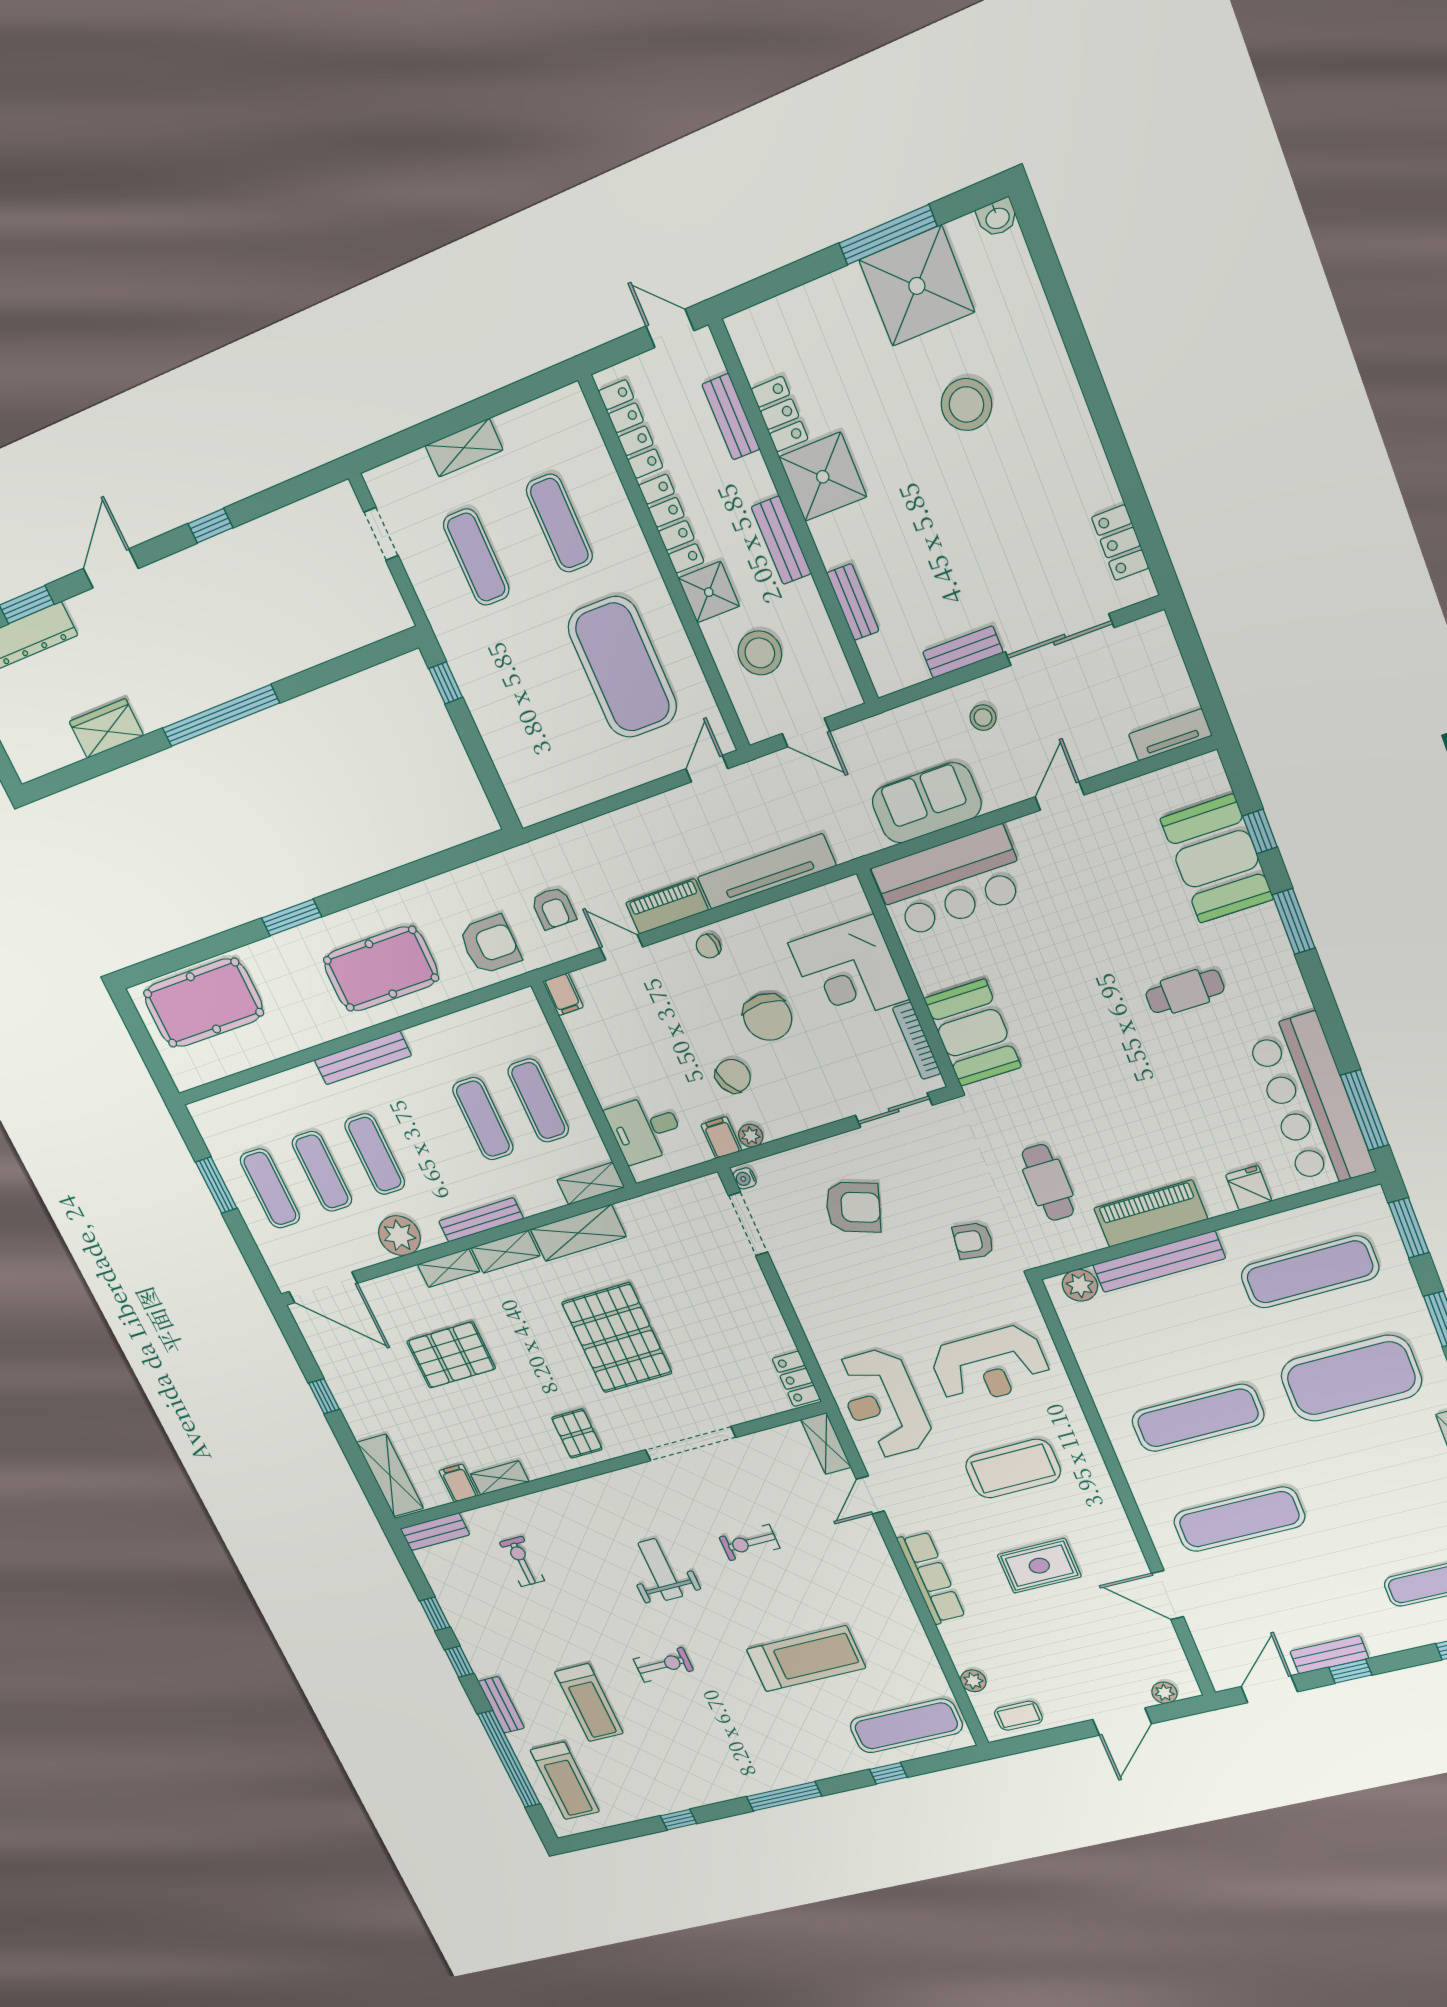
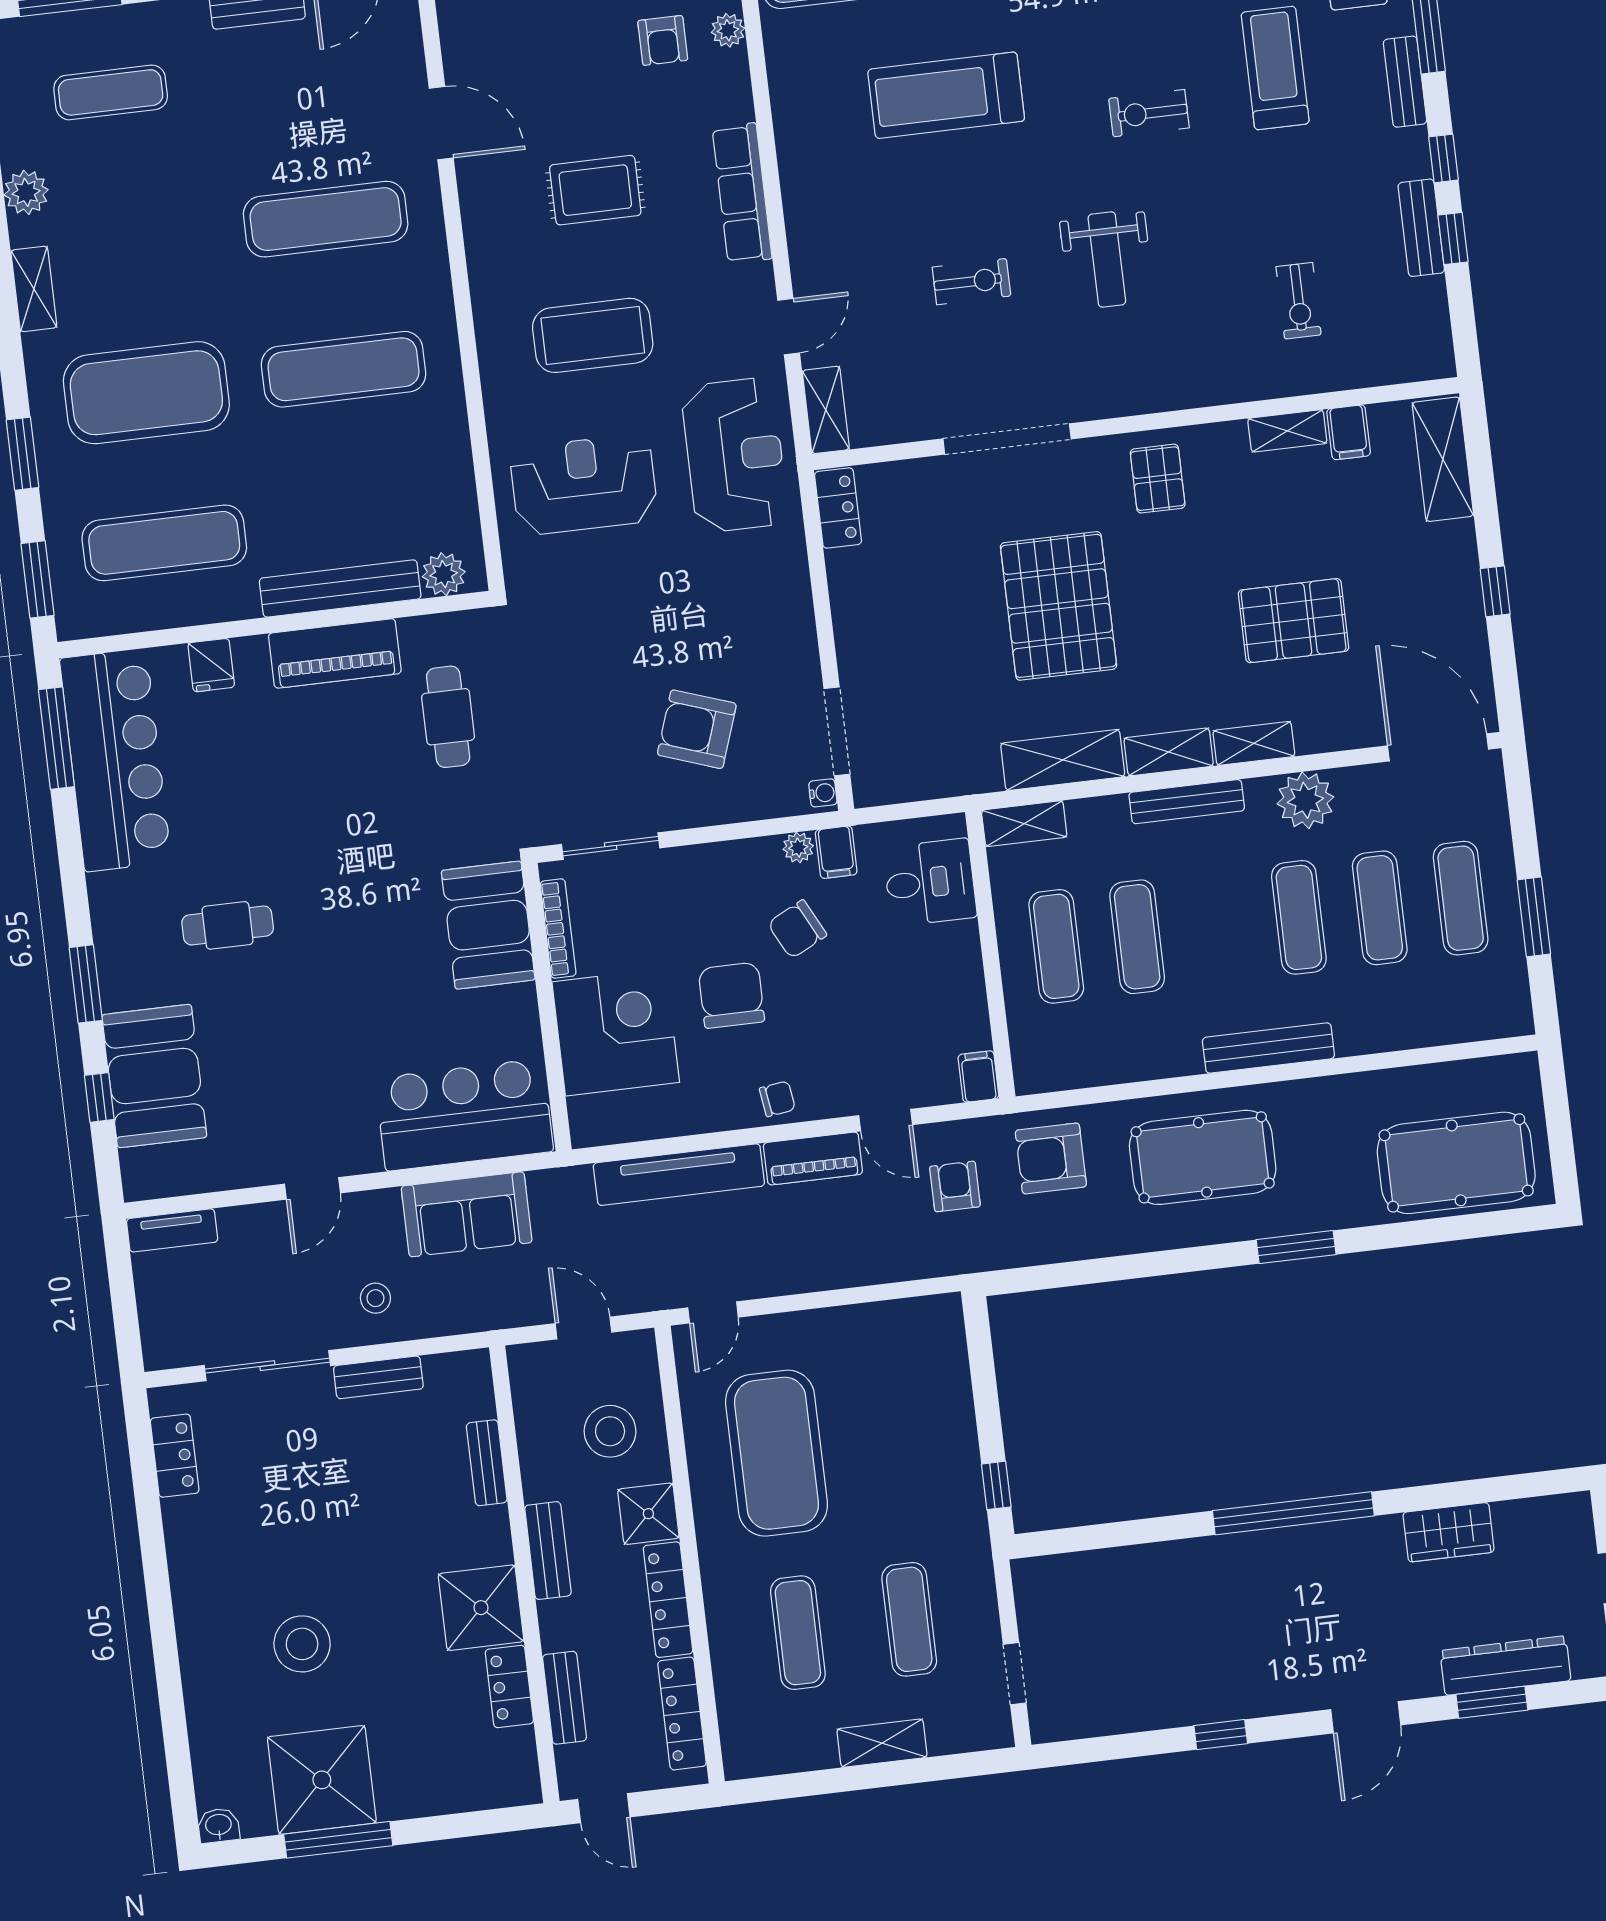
armchair: (973, 1241) -> (663, 40), moved, turned 82
bench: (435, 1532) -> (1421, 228), moved, turned 90

